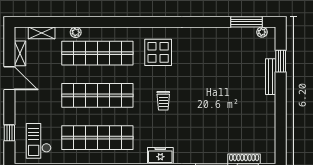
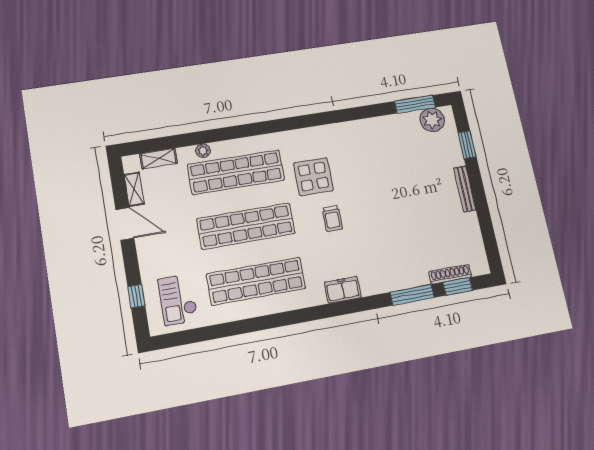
plant: (262, 32) -> (432, 120), width x1.88, depth x1.88
display table: (158, 52) -> (313, 177), moved
bench: (271, 77) -> (465, 189), moved

